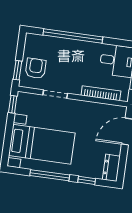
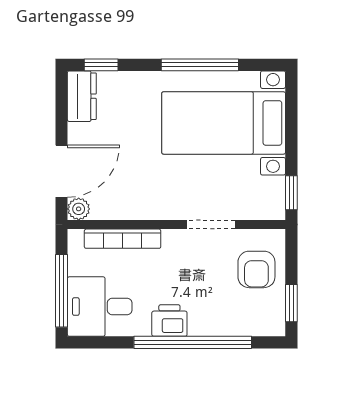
printer: (83, 49) -> (169, 321), added
window: (17, 70) -> (291, 303), moved
plant: (121, 111) -> (79, 209), added
window: (87, 180) -> (101, 65), moved

